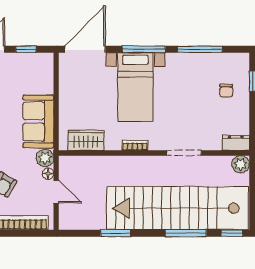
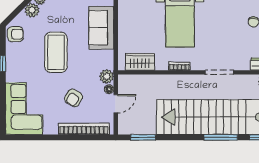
sofa: (38, 121) -> (101, 28), moved
door: (56, 192) -> (116, 104), hinge flipped
window: (116, 233) -> (143, 137), moved

